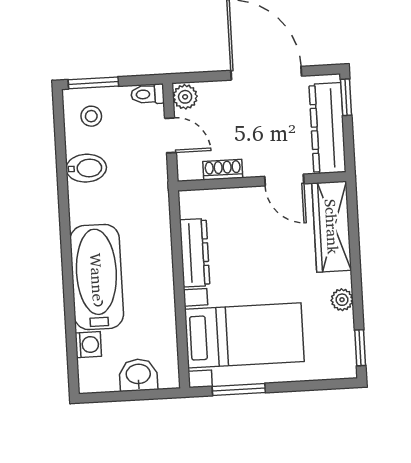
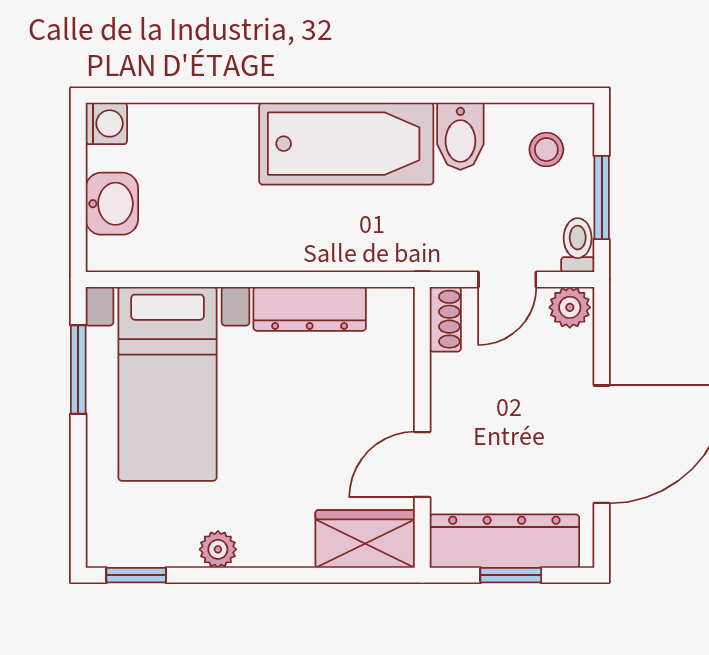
window: (93, 83) -> (602, 197), moved
window: (346, 97) -> (511, 575), moved
shoe rack: (223, 170) -> (445, 319), moved
wardrobe: (332, 227) -> (365, 539), width x0.67
bathtub: (97, 277) -> (346, 144), moved
washing machine: (88, 345) -> (106, 123), moved, turned -90

